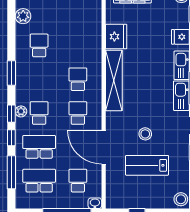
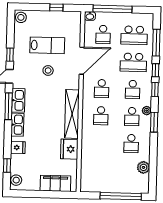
school desk: (39, 79) -> (132, 117), added
plant: (21, 111) -> (147, 111), moved
door: (104, 147) -> (82, 61), hinge flipped

